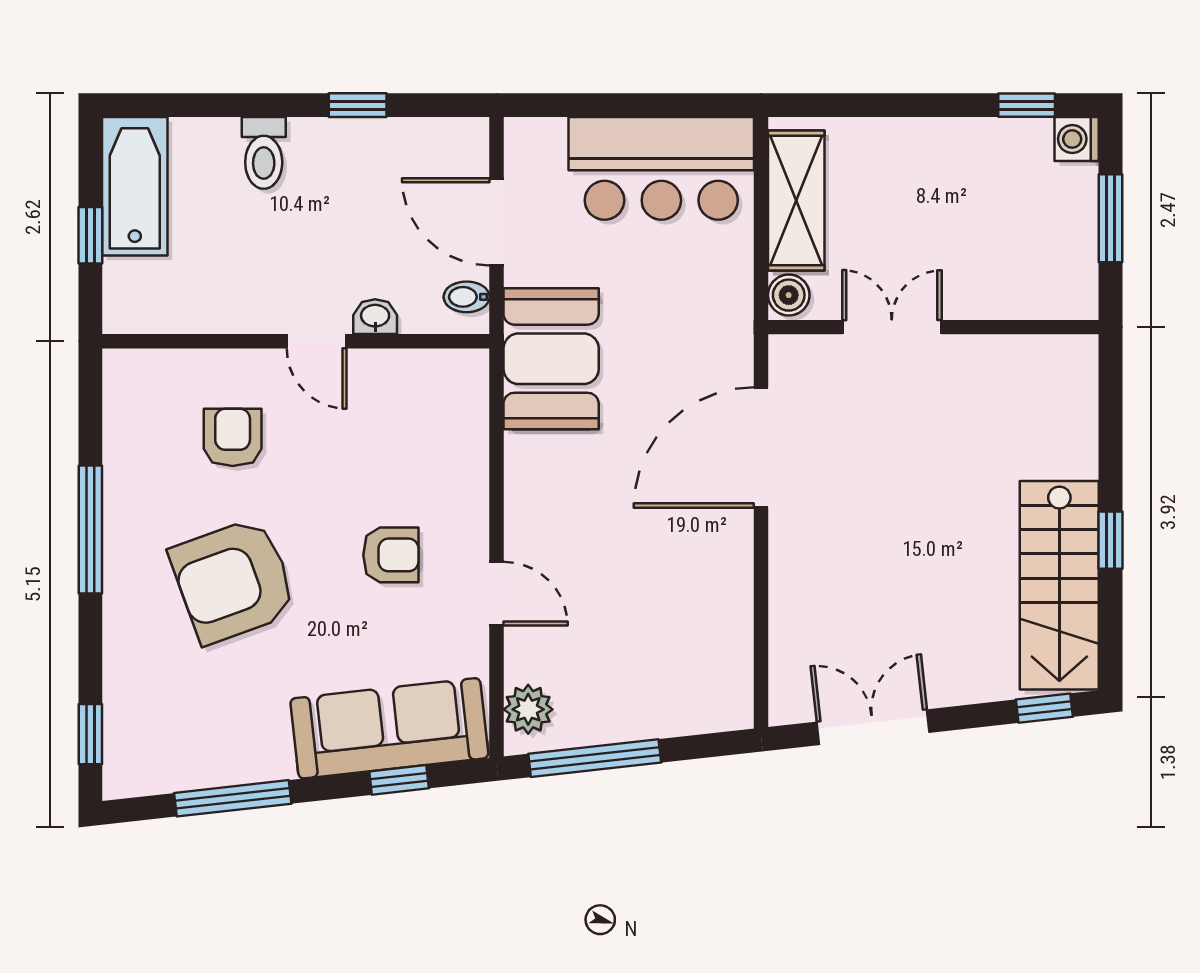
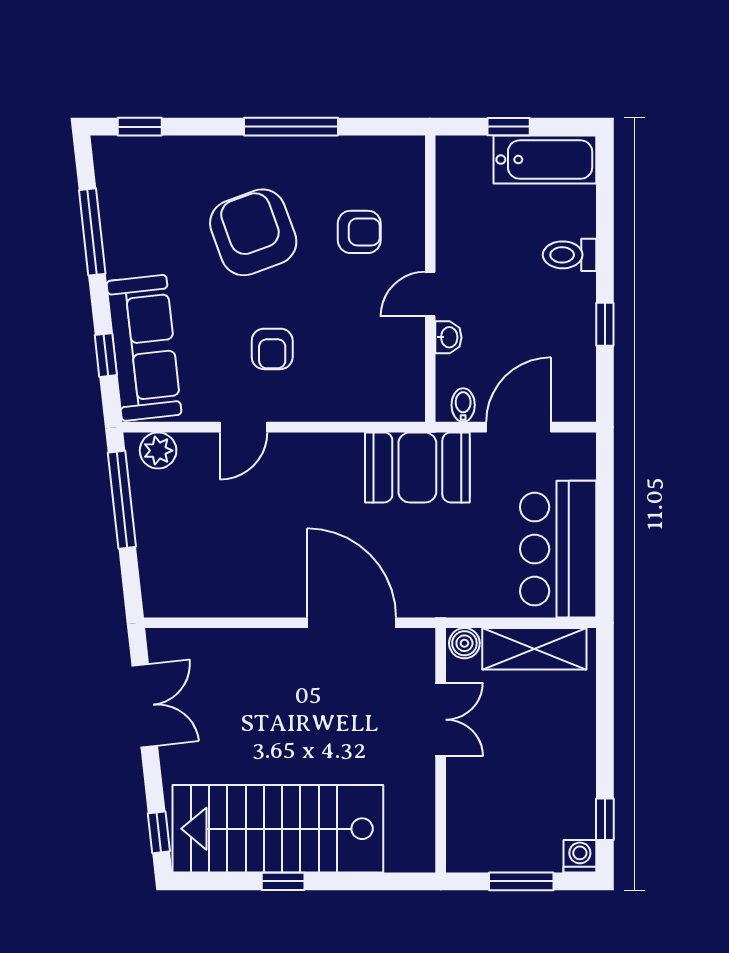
stairs: (1059, 585) -> (278, 829), width x1.36, depth x1.51

